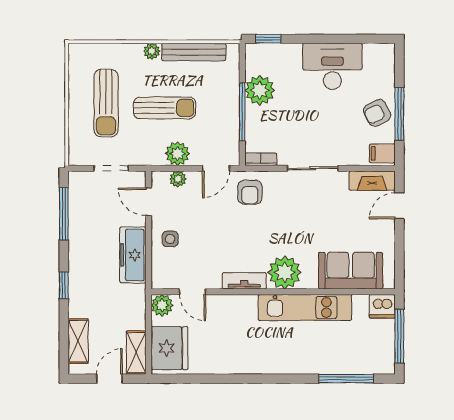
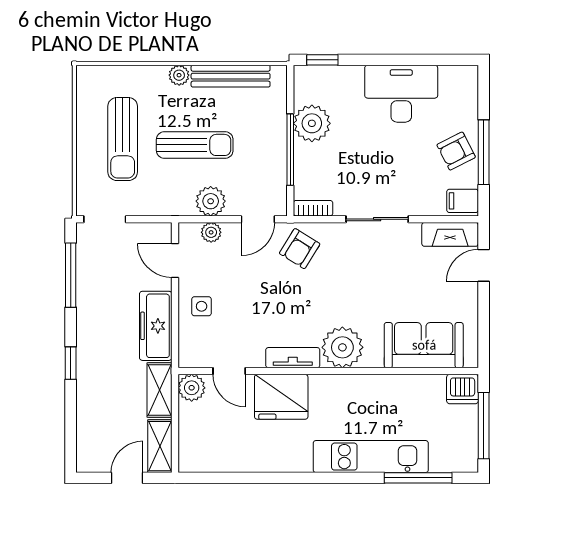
doorway: (111, 168) -> (105, 219), moved
armchair: (250, 192) -> (300, 249), turned 32
kitchen unit: (305, 307) -> (371, 457), moved, turned 180
shelving: (78, 341) -> (159, 390), moved
fridge: (169, 348) -> (281, 397), moved, turned 90

